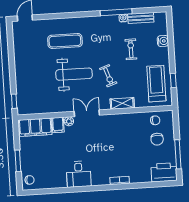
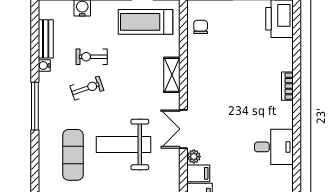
window: (116, 12) -> (35, 106), moved
weight bench: (74, 74) -> (124, 144), turned -90
exercise bike: (108, 76) -> (87, 88), moved
chair: (157, 139) -> (229, 26), removed

